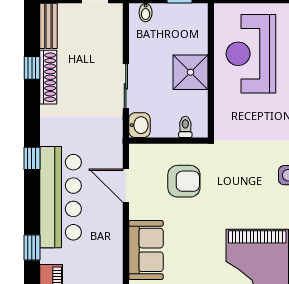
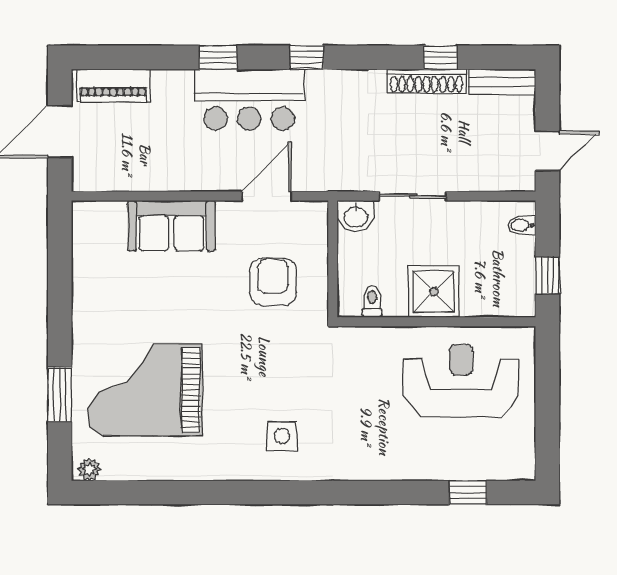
toilet: (185, 127) -> (372, 301), moved, turned -90
armchair: (184, 181) -> (273, 282), turned 180
bar counter: (61, 197) -> (249, 100), width x0.73
window: (32, 248) -> (218, 57), moved

